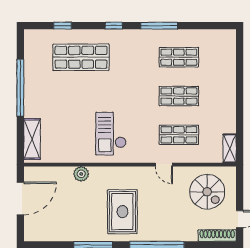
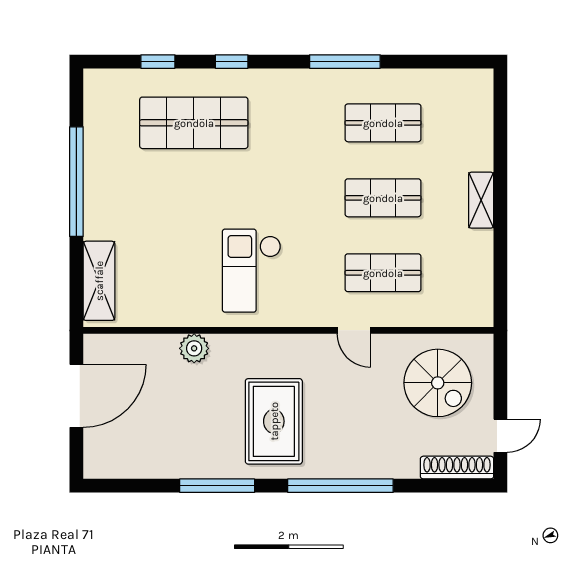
window: (114, 26) -> (232, 62), moved
shelving: (230, 149) -> (481, 200), moved

